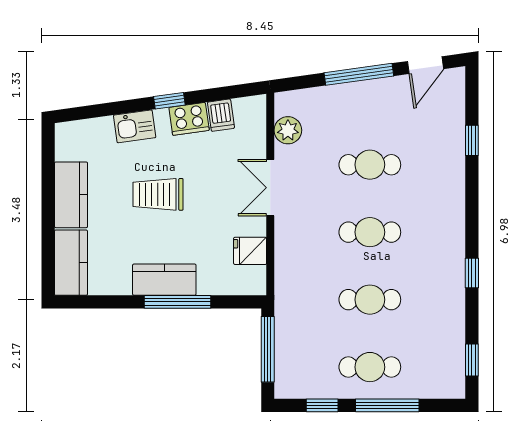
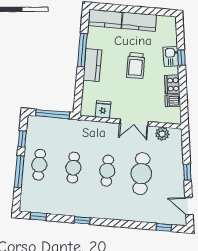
window: (359, 74) -> (187, 172), width x0.46
window: (169, 101) -> (181, 58), moved
window: (472, 140) -> (164, 227), moved
cafe table: (370, 165) -> (141, 174), width x1.37, depth x1.35
double door: (270, 188) -> (134, 122), swing flipped
trolley: (158, 194) -> (136, 66), turned 180
window: (177, 302) -> (82, 50), moved

